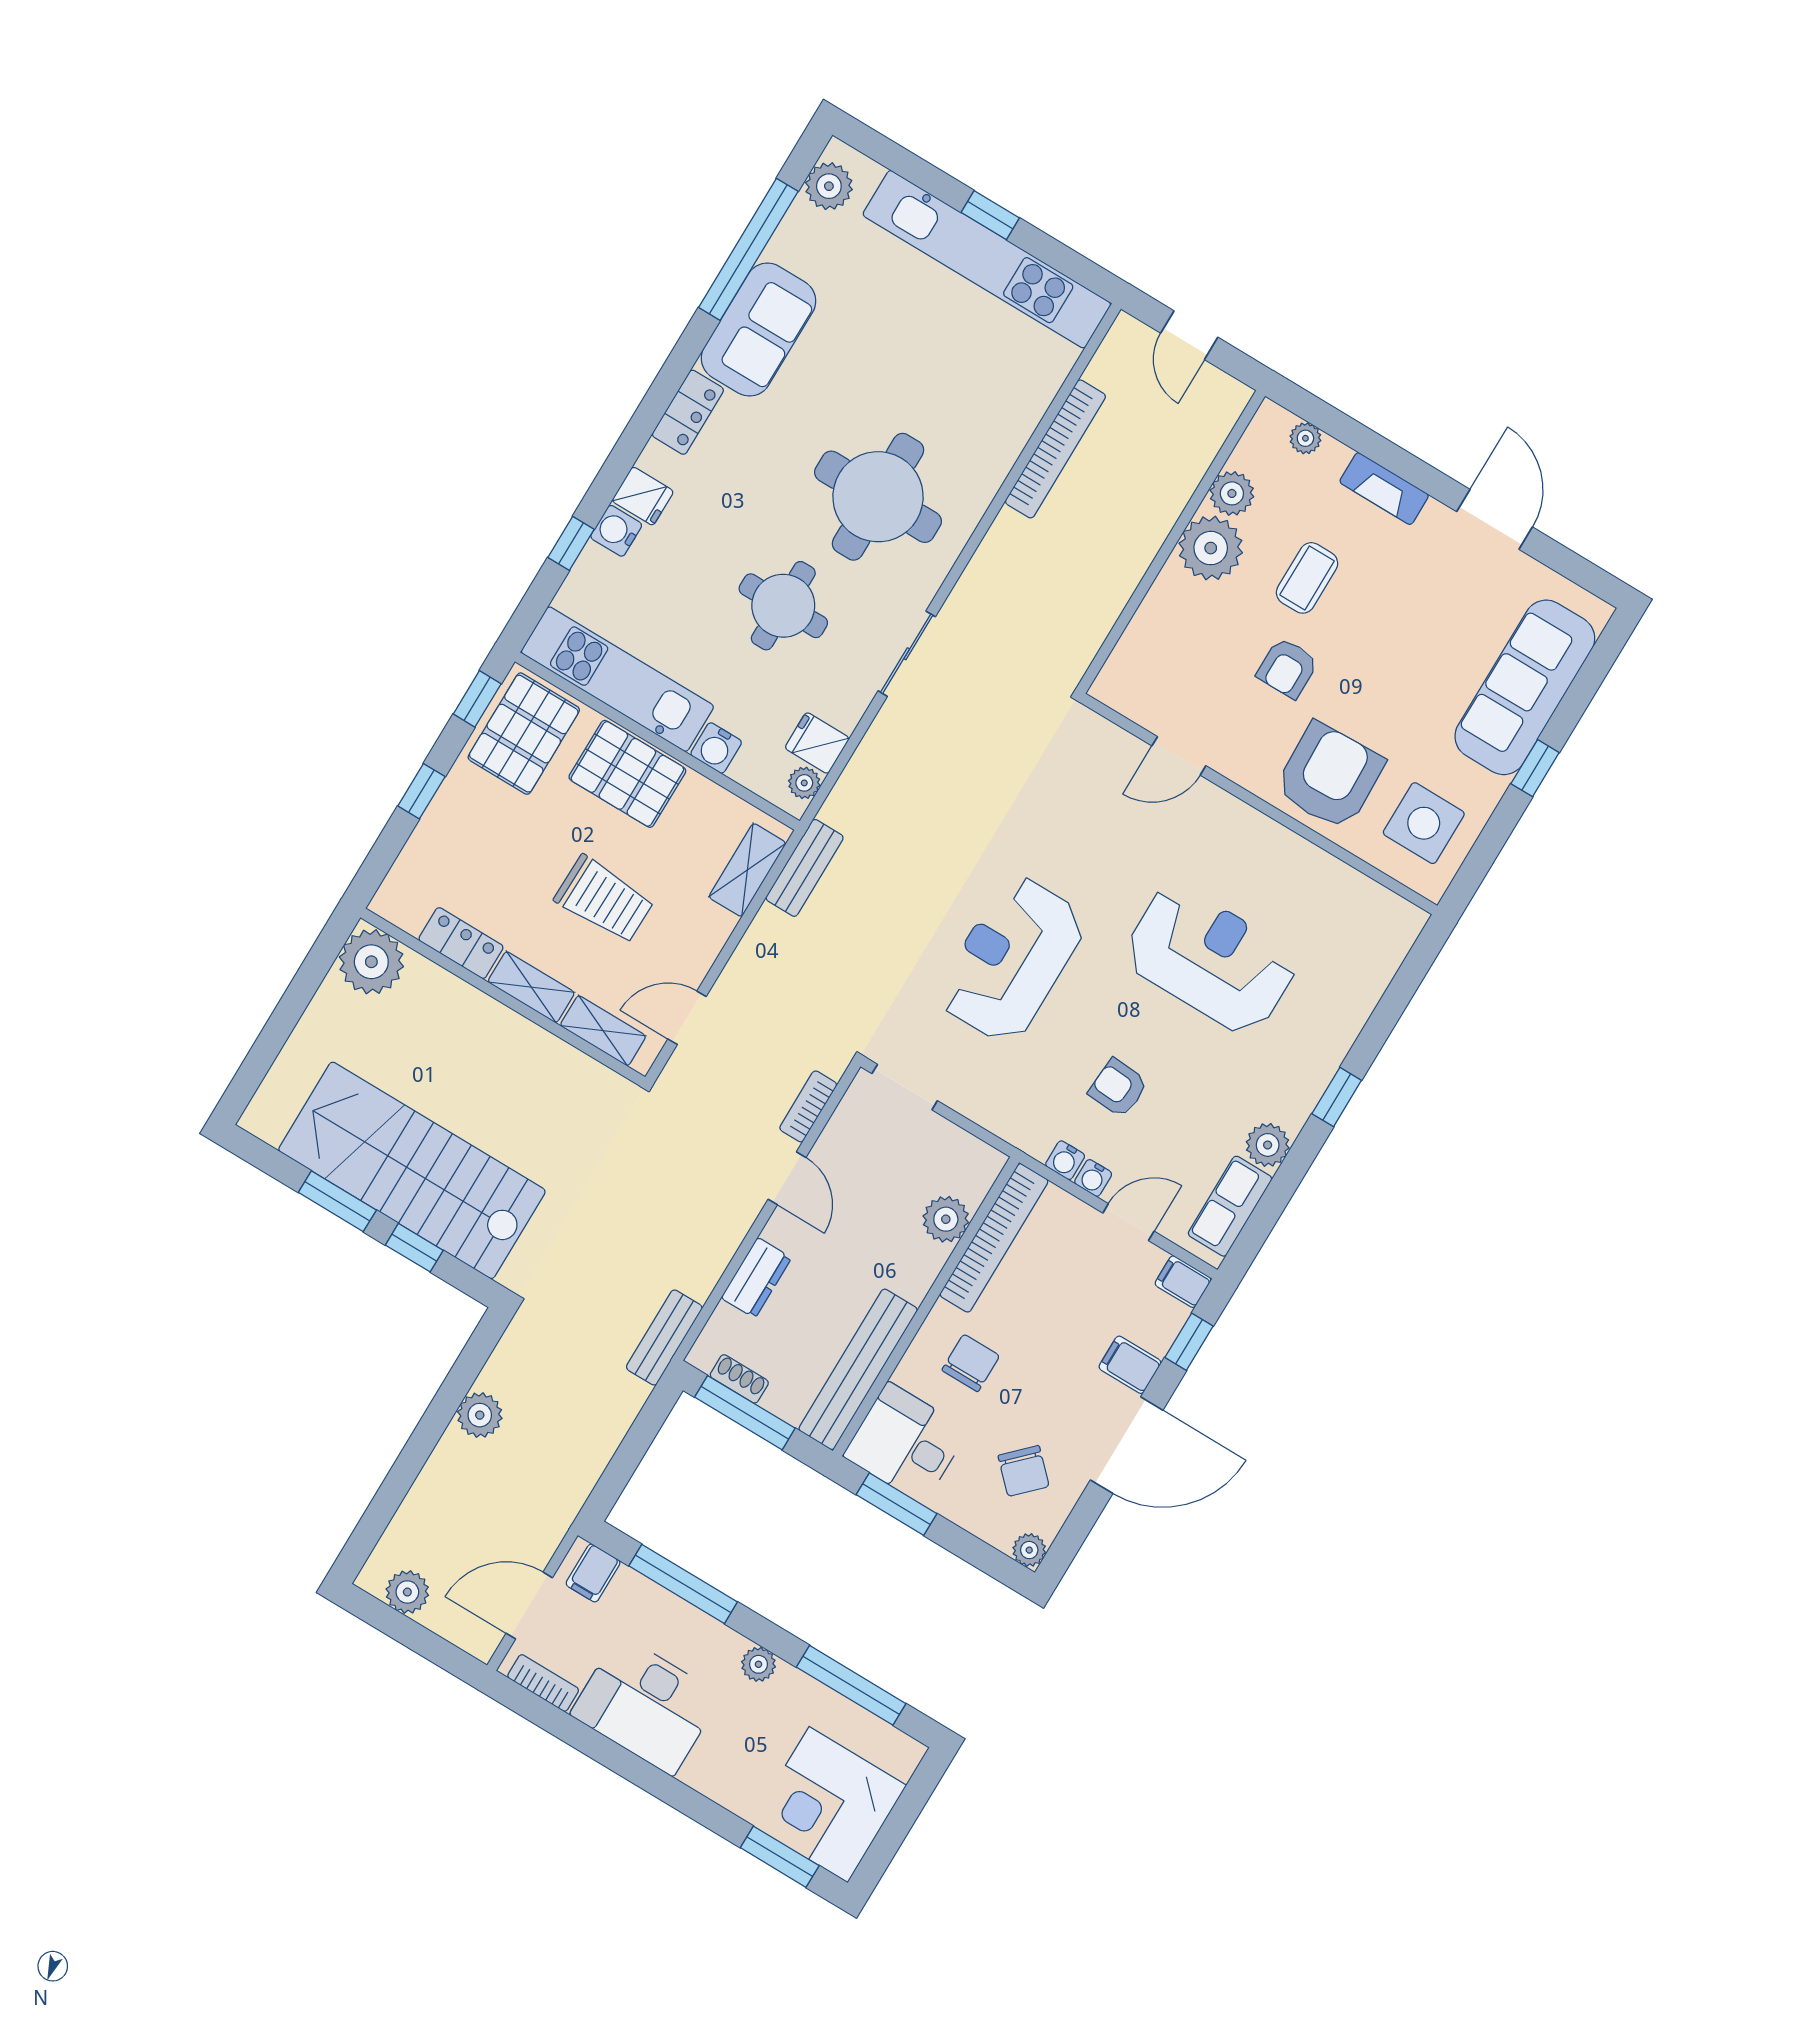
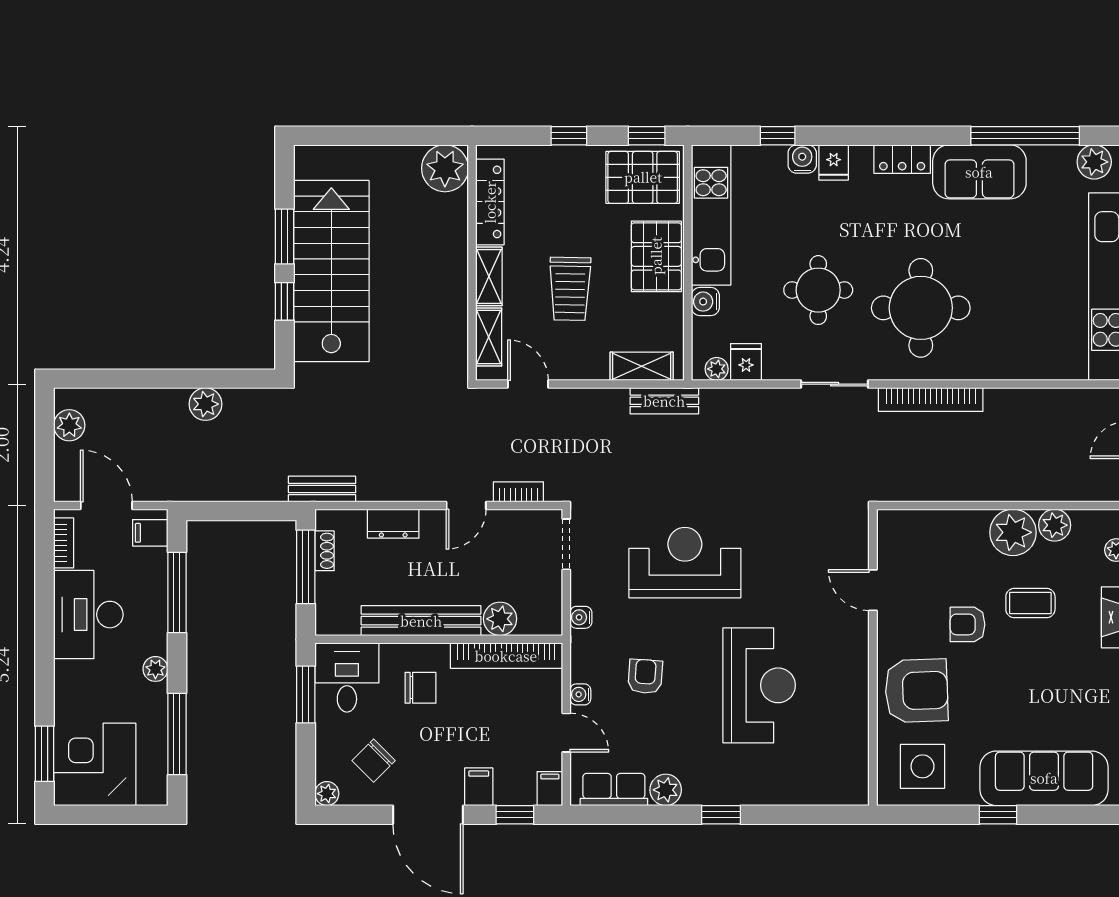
bookcase: (1055, 449) -> (931, 400), moved
locker: (461, 943) -> (490, 202), width x1.53
water cooler: (1065, 1160) -> (581, 617), moved
bench: (858, 1369) -> (421, 621), moved

